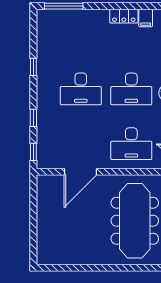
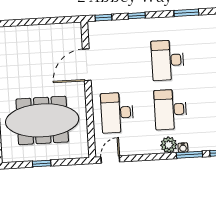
window: (33, 67) -> (186, 13), width x1.50
door: (81, 172) -> (87, 65), hinge flipped

